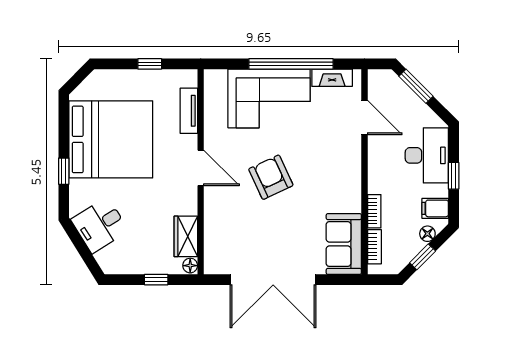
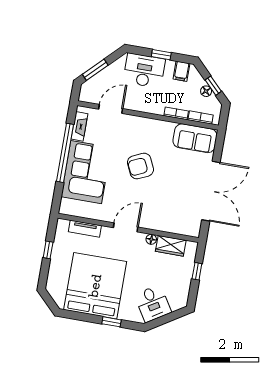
armchair: (271, 177) -> (140, 166), moved
floor lamp: (427, 234) -> (206, 91), moved
floor lamp: (190, 266) -> (151, 239), moved

